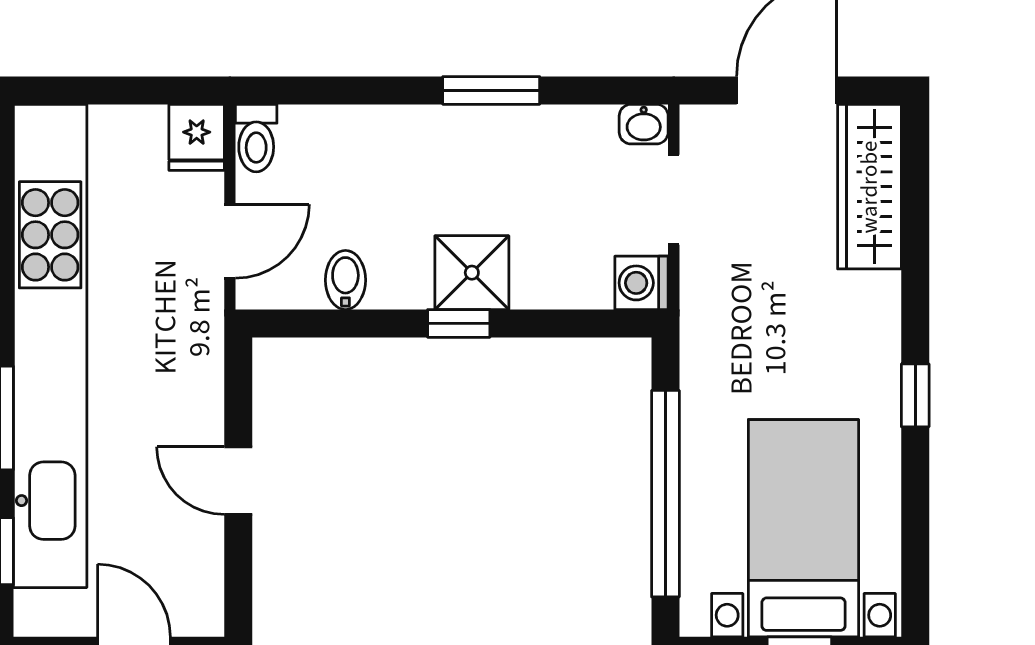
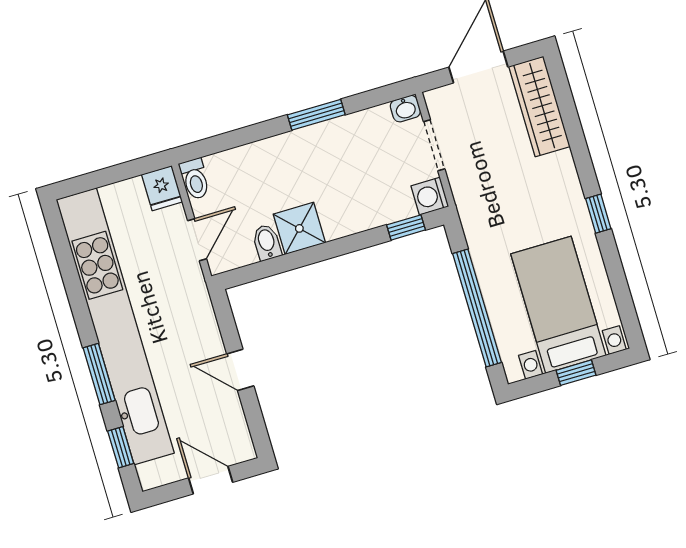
shower: (472, 273) -> (299, 228), moved
window: (459, 323) -> (406, 227), moved

